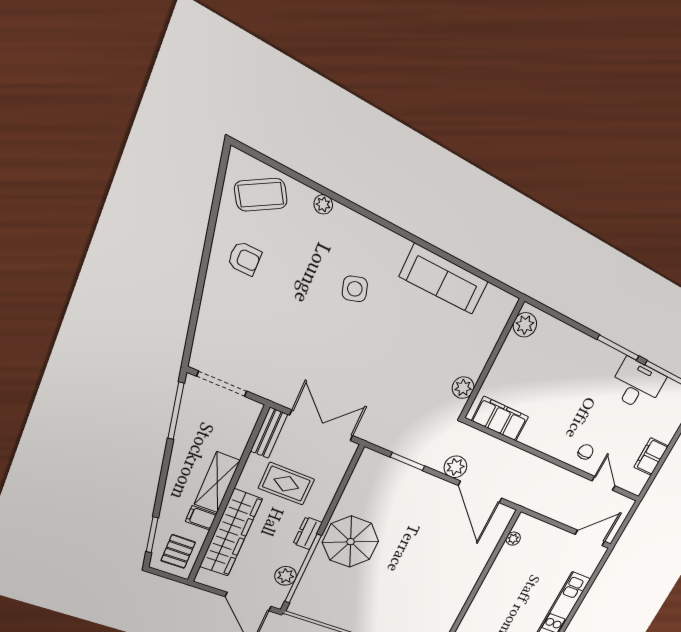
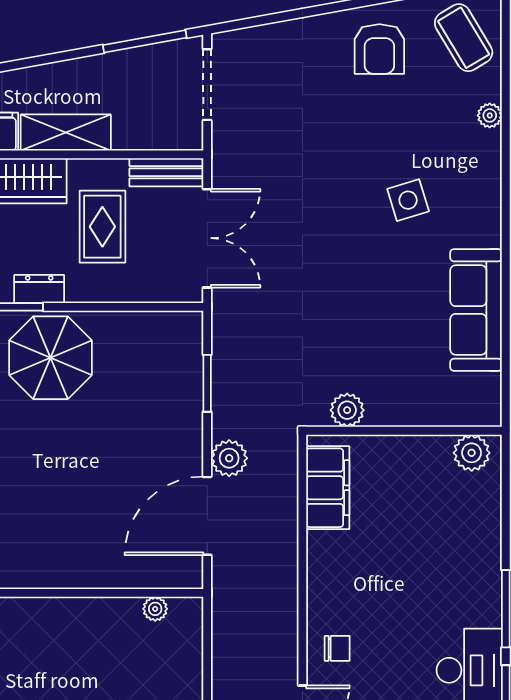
armchair: (245, 258) -> (379, 49), width x1.38, depth x1.38

